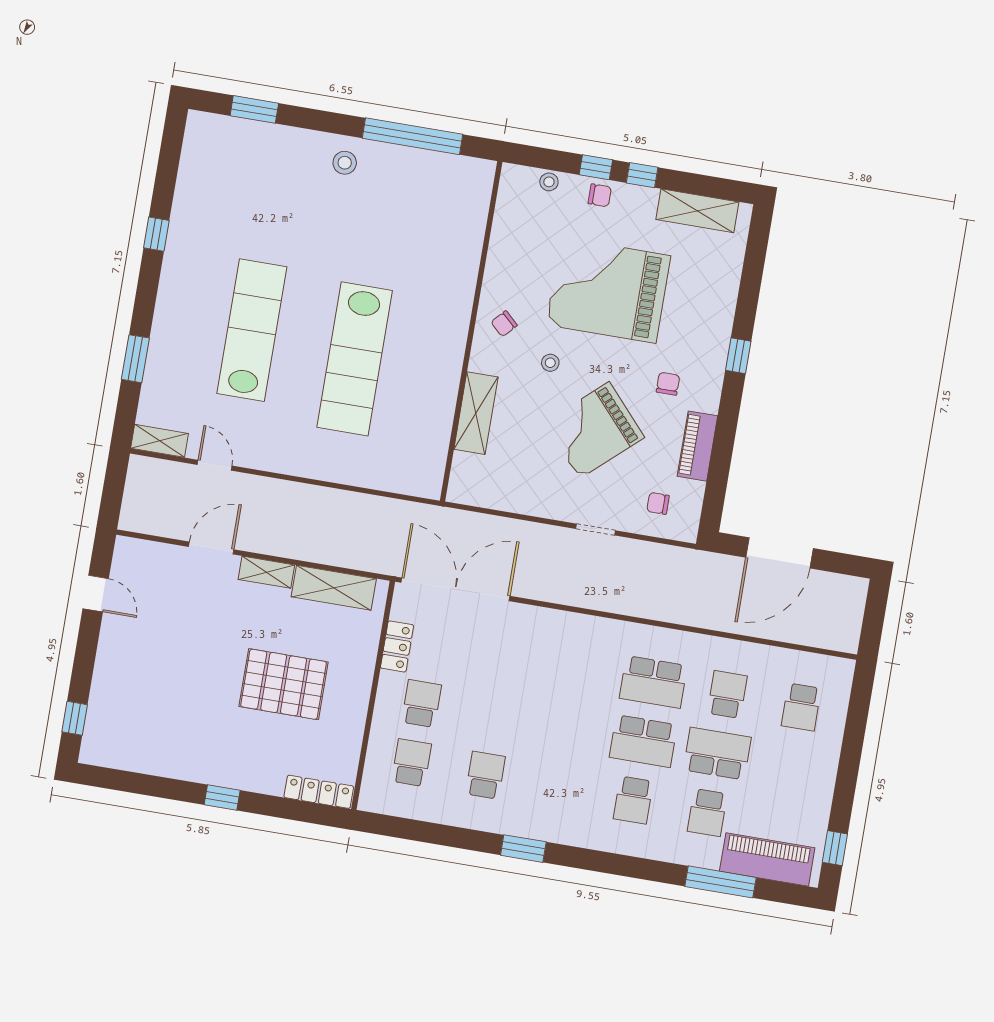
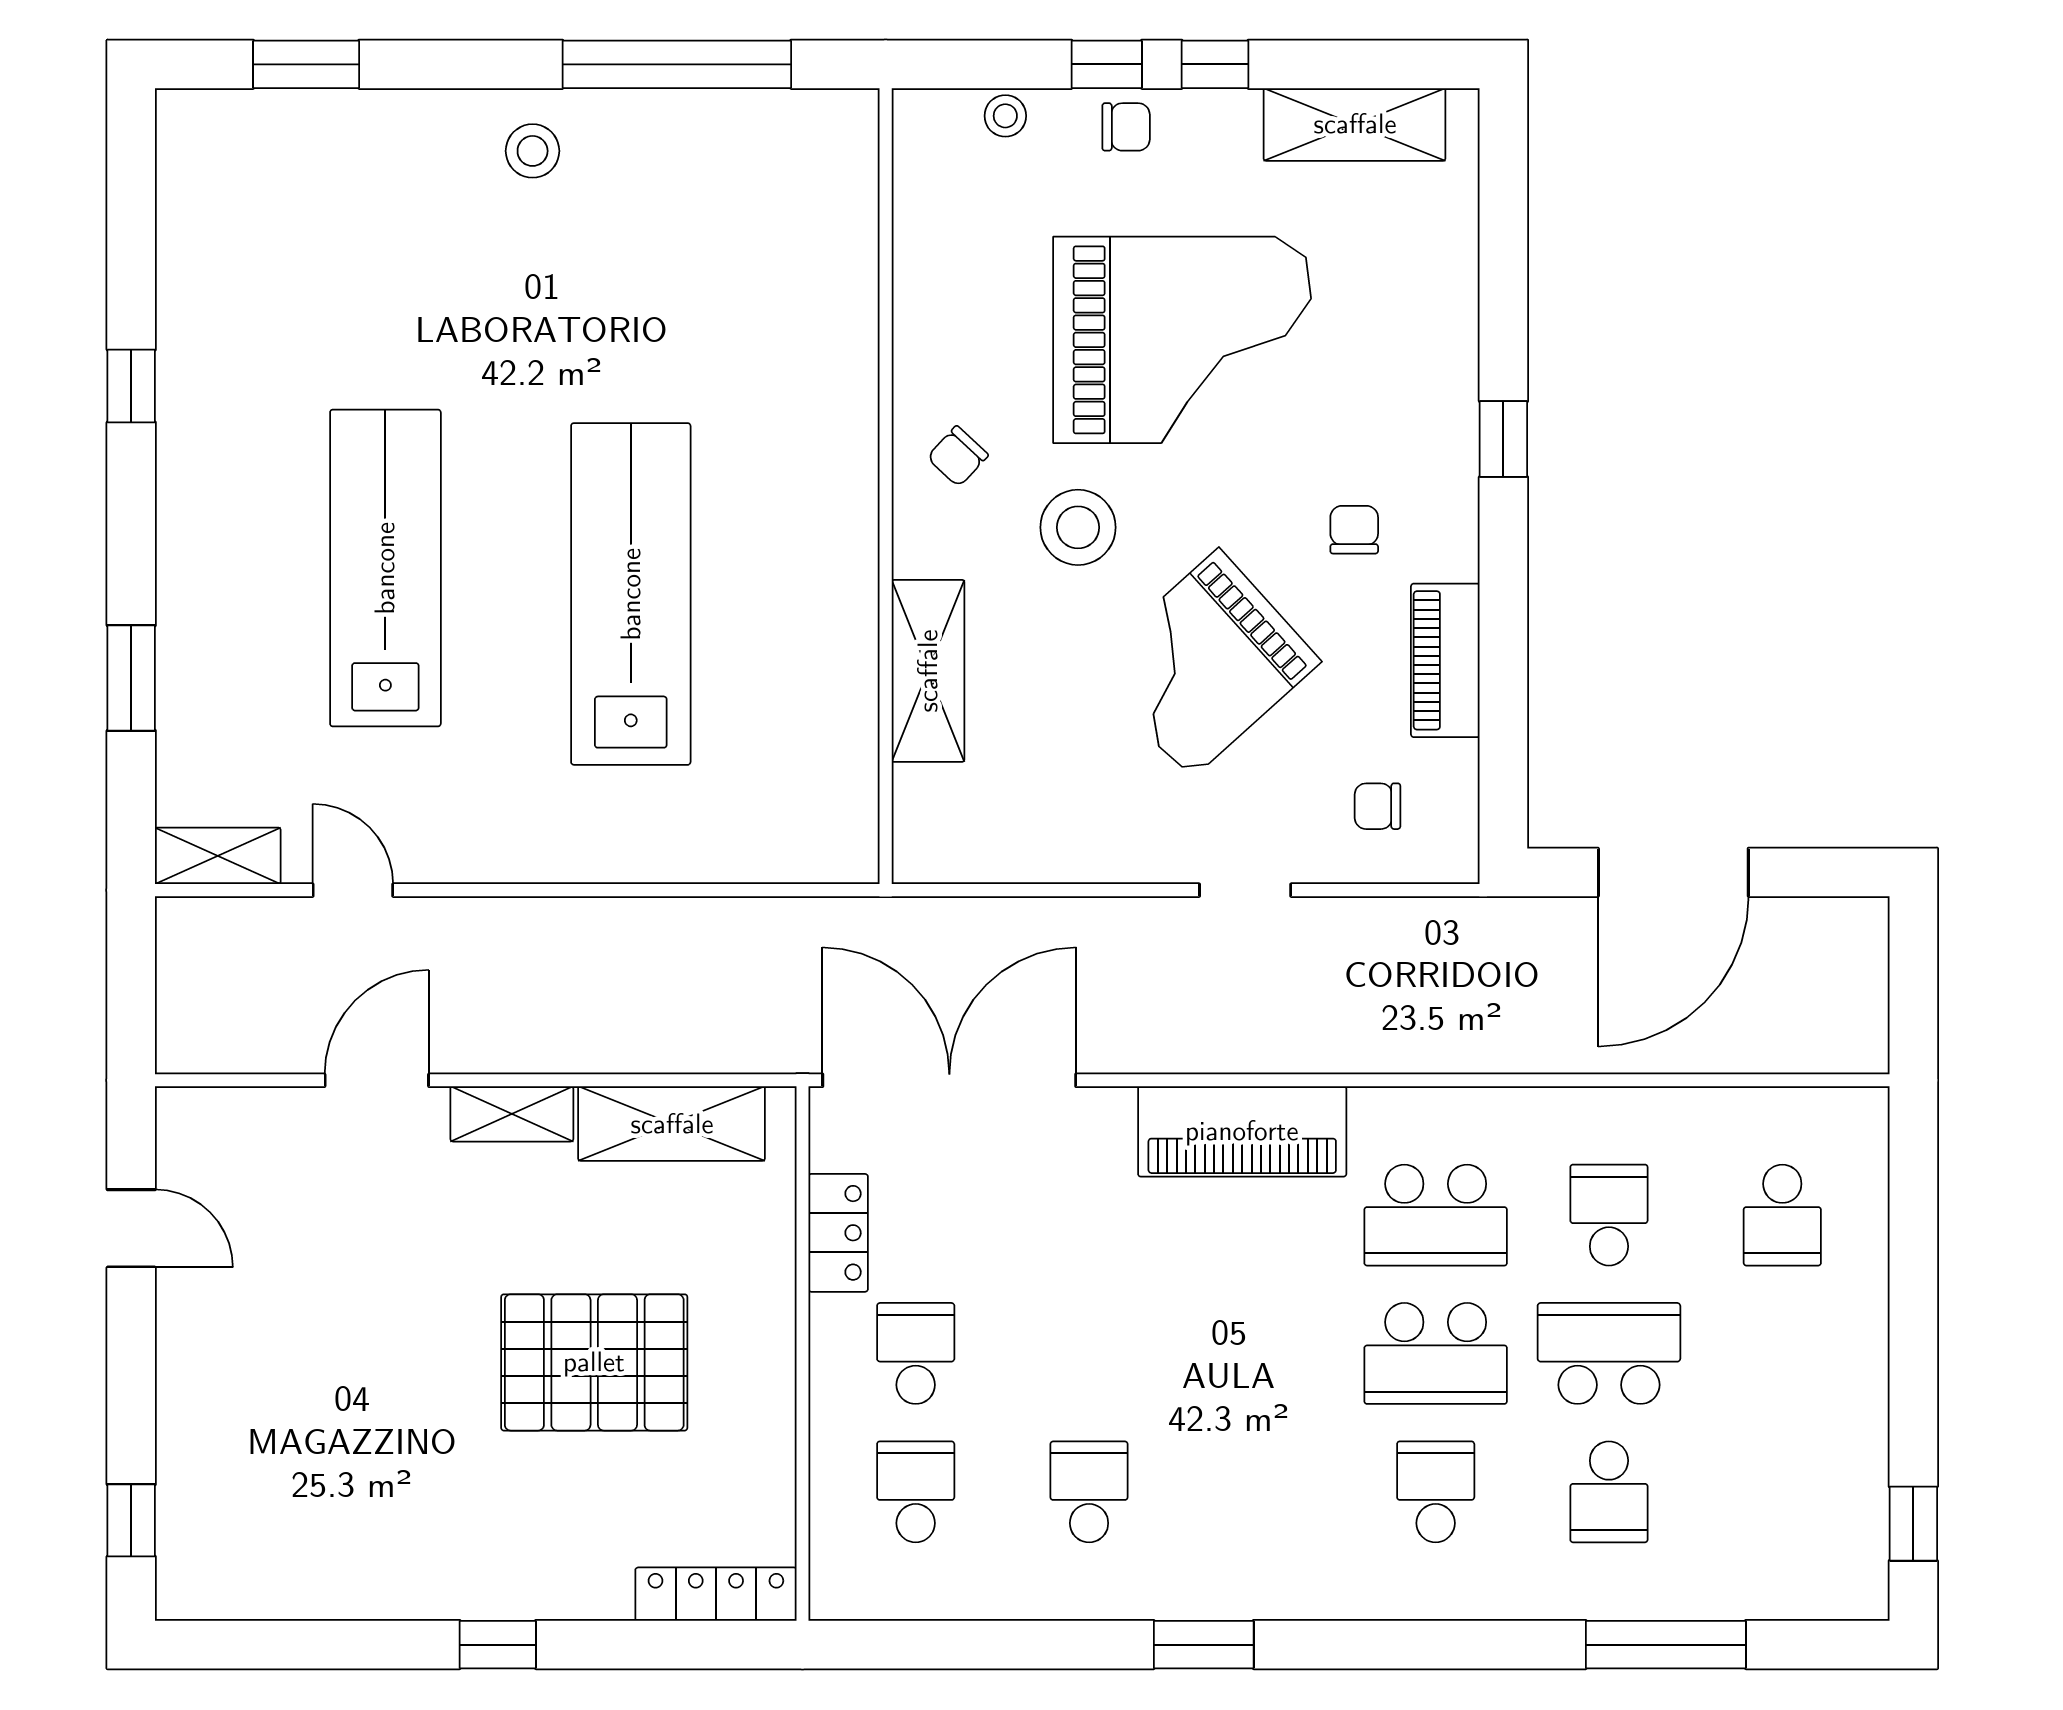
grand piano: (608, 290) -> (1182, 340), turned 180
lab bench: (355, 359) -> (631, 594), turned 180
stool: (550, 363) -> (1078, 527), width x1.89, depth x1.89
school desk: (633, 800) -> (1436, 1492), turned 180
piano: (767, 860) -> (1242, 1131), moved, turned 180

